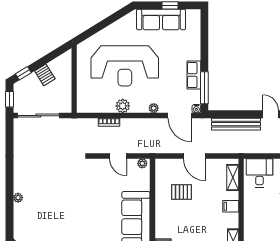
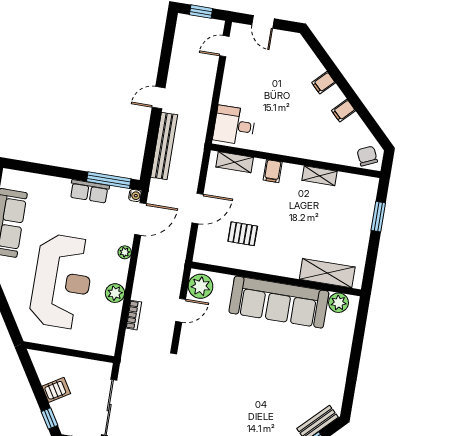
plant: (142, 163) -> (201, 286), width x1.88, depth x1.88
pallet: (181, 192) -> (243, 234), turned 90

